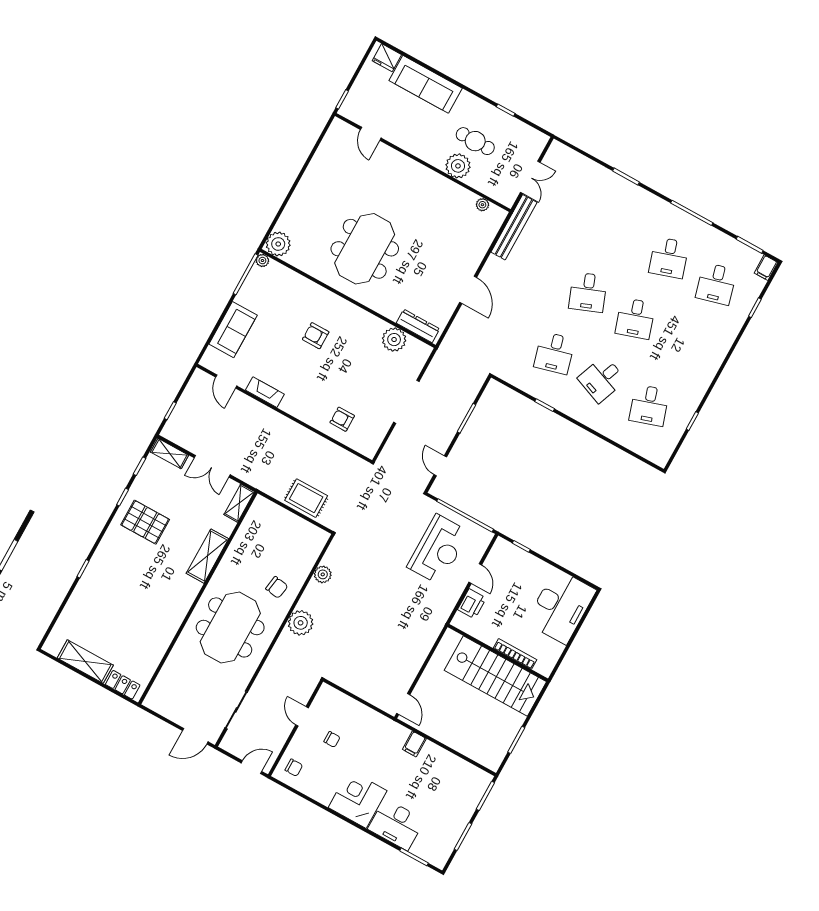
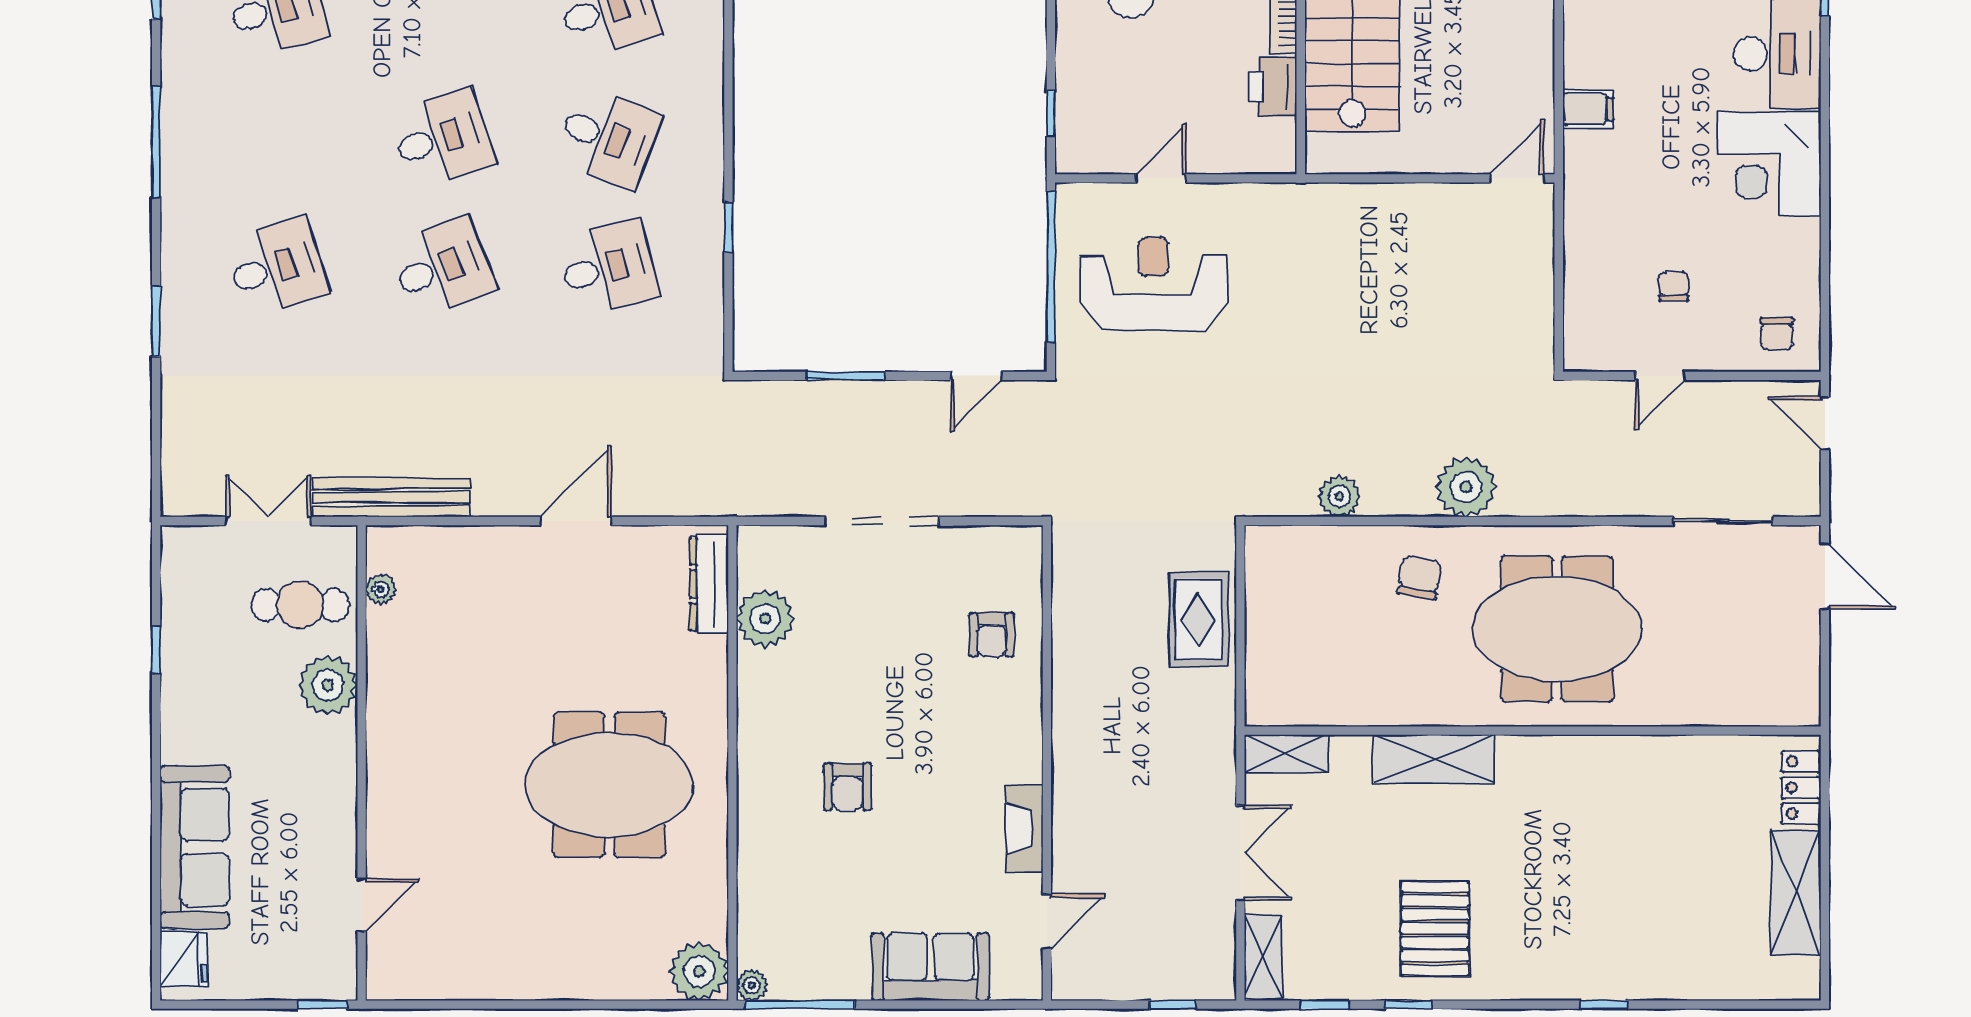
cafe table: (475, 141) -> (300, 605), moved, turned 90
desk: (669, 258) -> (276, 267), moved
printer: (472, 604) -> (1273, 87), moved, turned -90
chair: (294, 768) -> (1777, 334), turned 180

